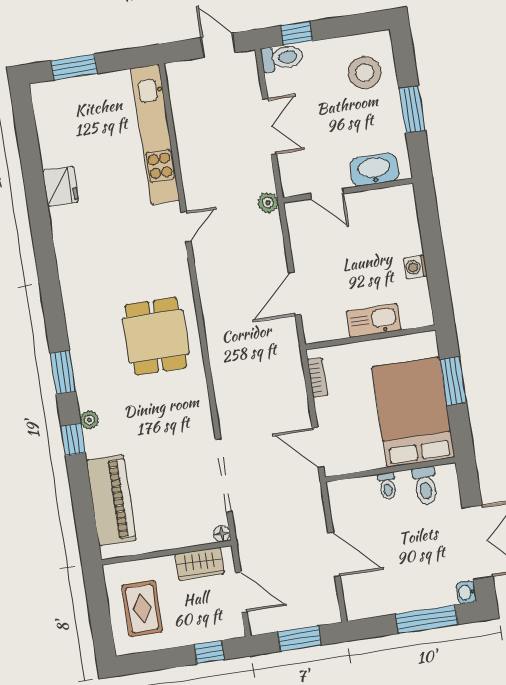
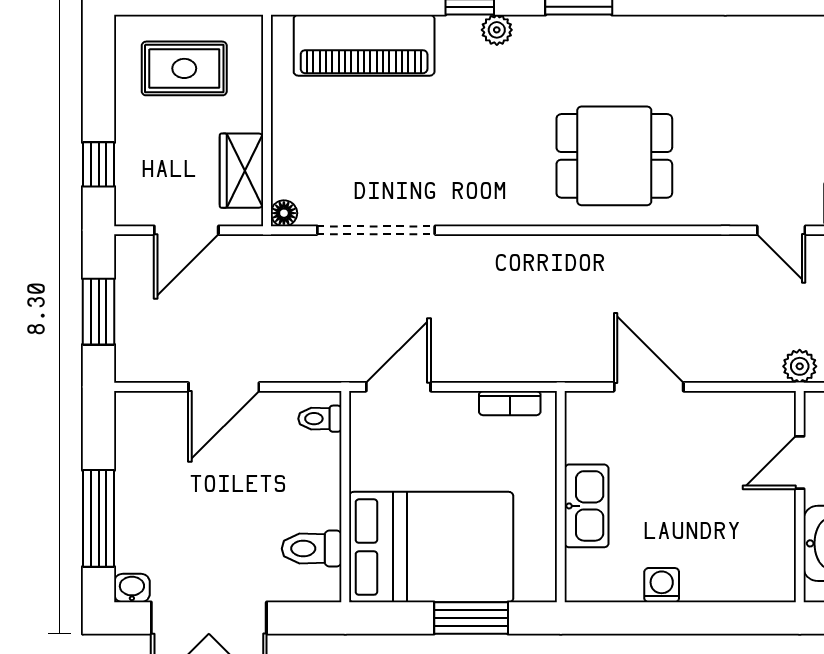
toilet: (387, 486) -> (320, 419), moved

